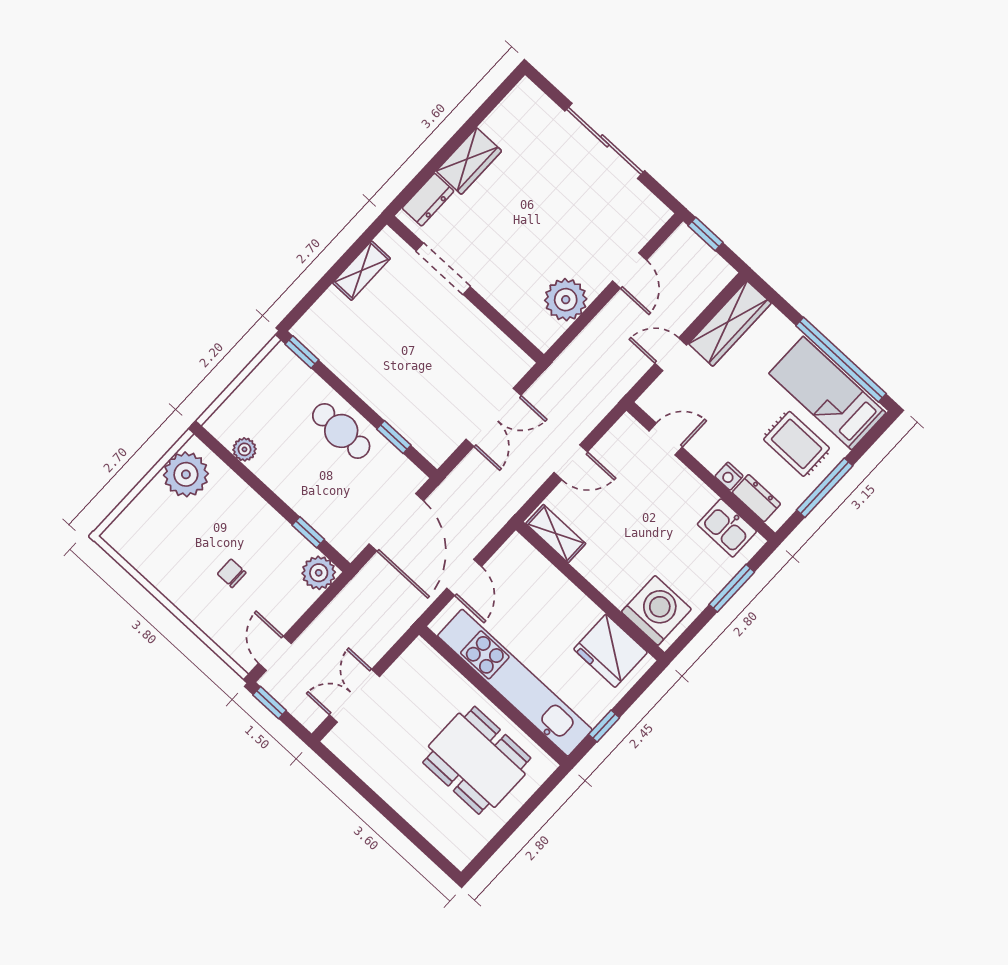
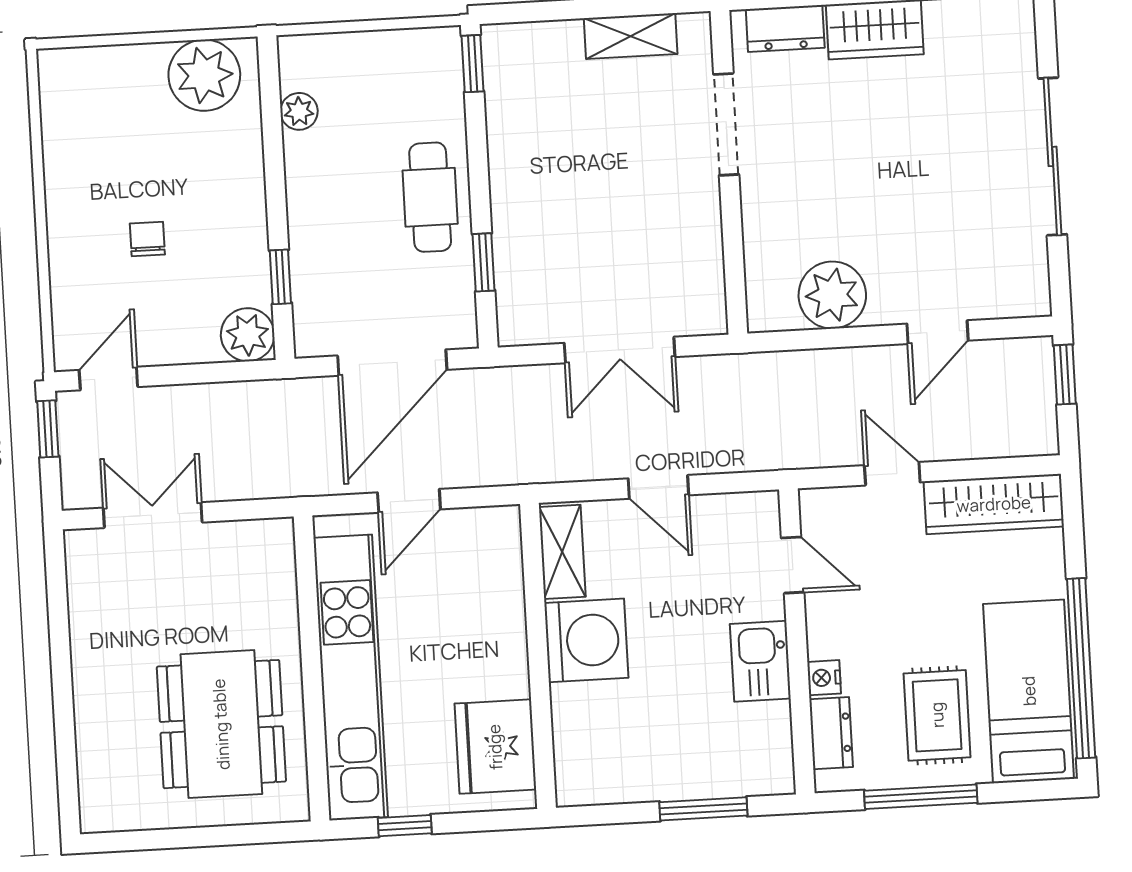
kitchen sink: (727, 528) -> (760, 661), moved
washing machine: (656, 610) -> (586, 640), moved

